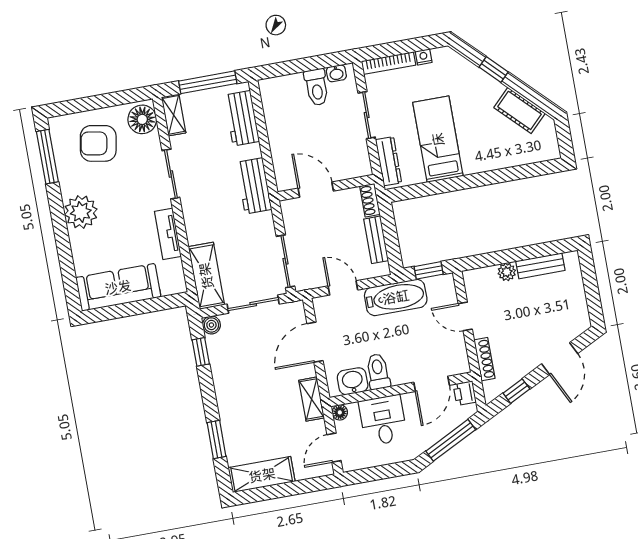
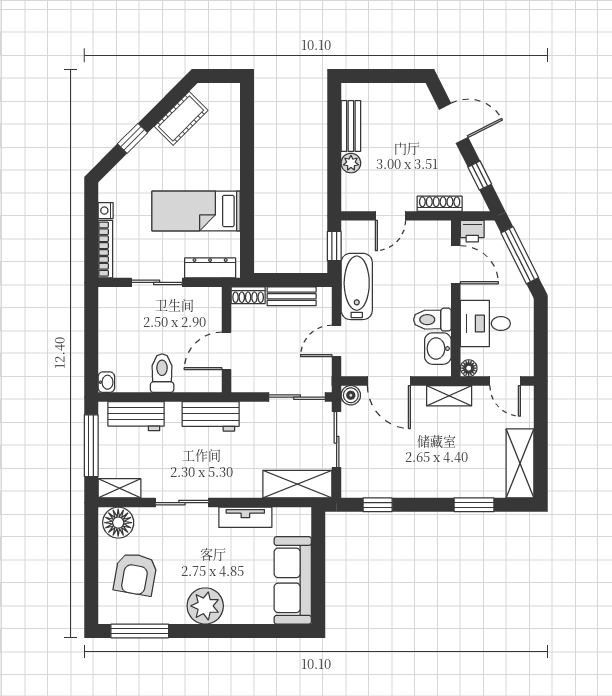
washbasin: (336, 73) -> (106, 382), moved
toilet: (317, 87) -> (162, 373), moved, turned -90
boiler: (211, 325) -> (351, 395), moved

